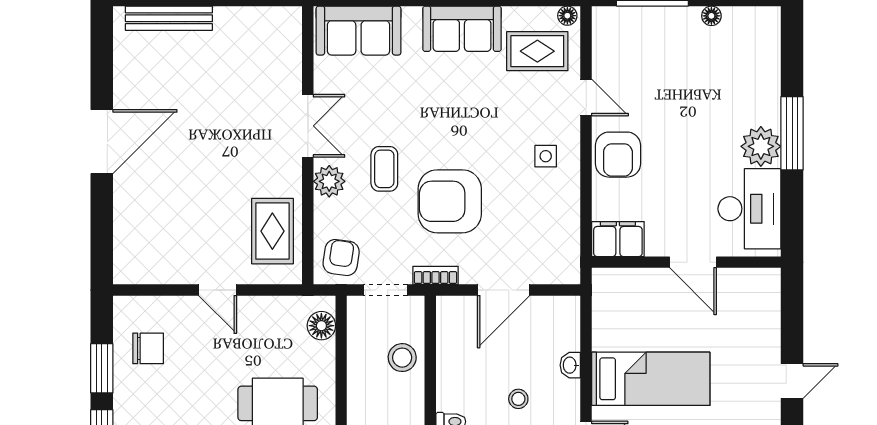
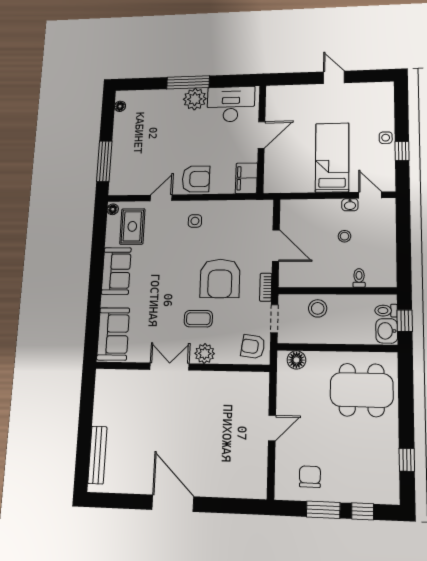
floor lamp: (711, 16) -> (120, 106), moved
rug: (272, 231) -> (235, 391), removed
washbasin: (570, 365) -> (350, 205), moved

